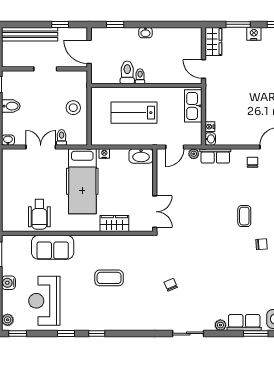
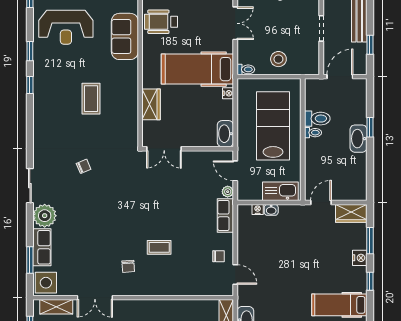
window: (115, 24) -> (370, 127), moved
washbasin: (145, 33) -> (358, 139), width x1.91, depth x1.45
lab bench: (134, 113) -> (273, 126), width x1.36, depth x1.39
toilet: (62, 137) -> (246, 69), moved
washbasin: (210, 139) -> (271, 210), moved
reception desk: (44, 301) -> (66, 27), turned 180
plant: (220, 325) -> (45, 216), width x1.88, depth x1.88

